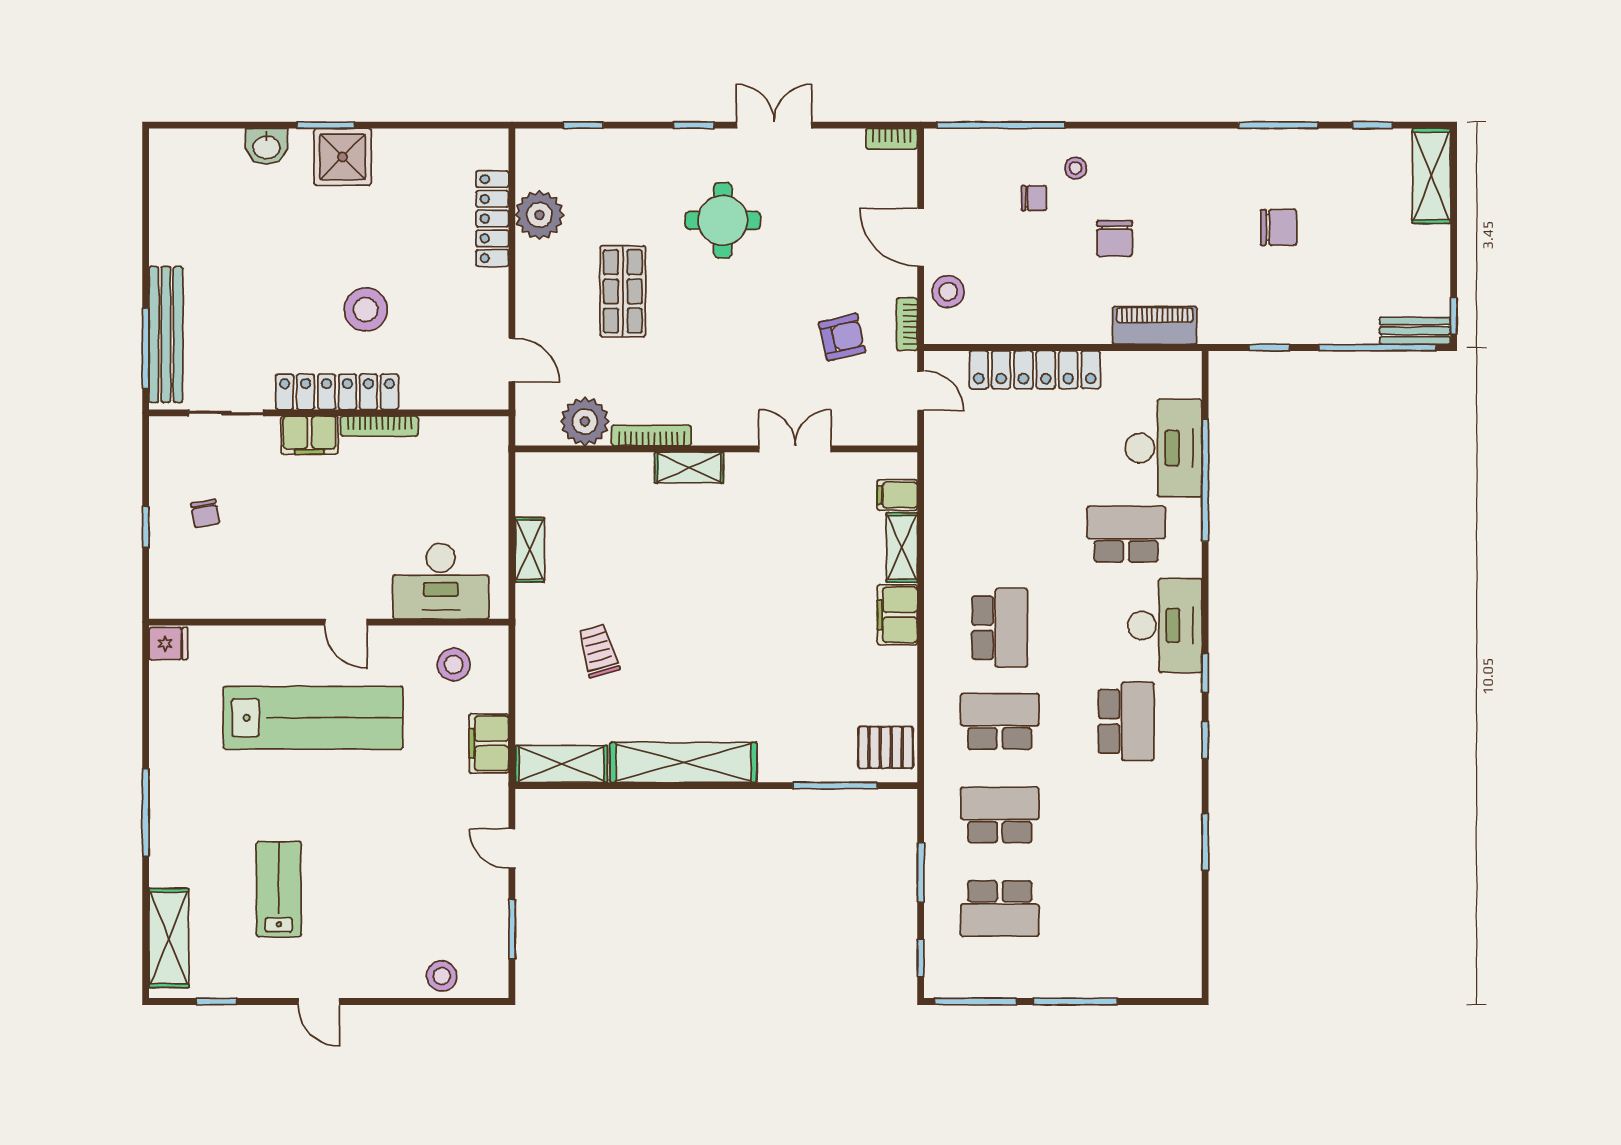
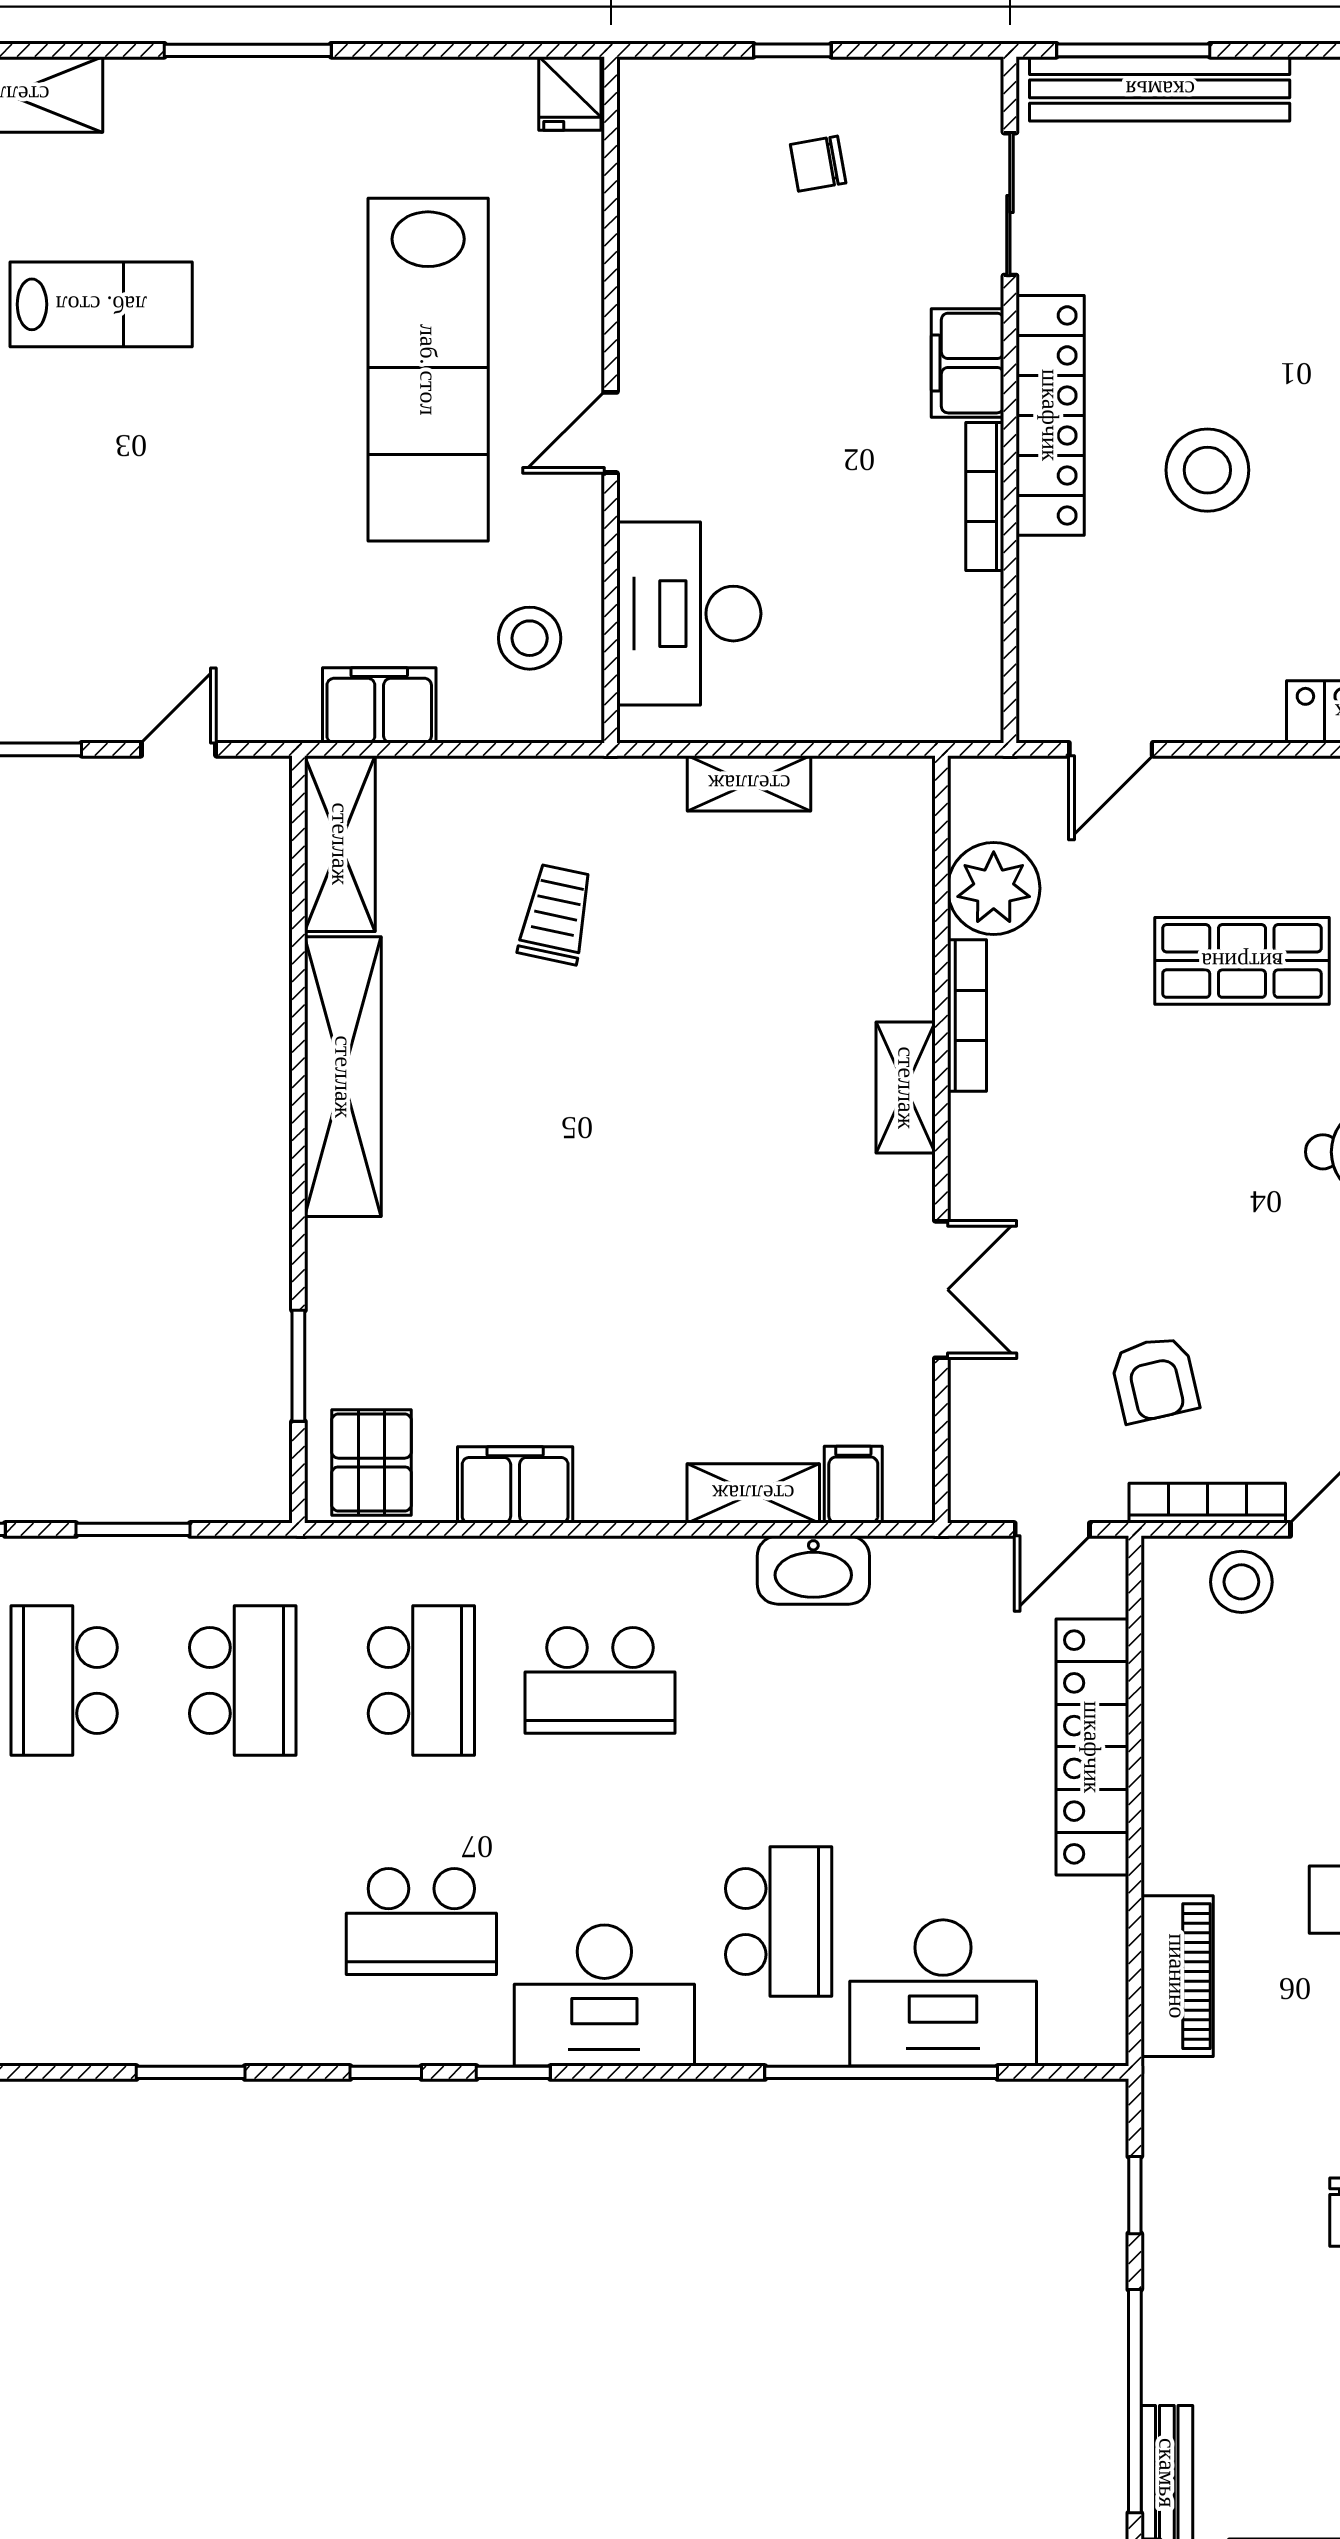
bookcase: (907, 324) -> (1207, 1503), width x1.56
washbasin: (942, 516) -> (813, 1570), added
filing cabinet: (897, 615) -> (515, 1485), moved
trolley: (598, 651) -> (556, 914), turned -62
window: (835, 786) -> (298, 1366), width x0.69

